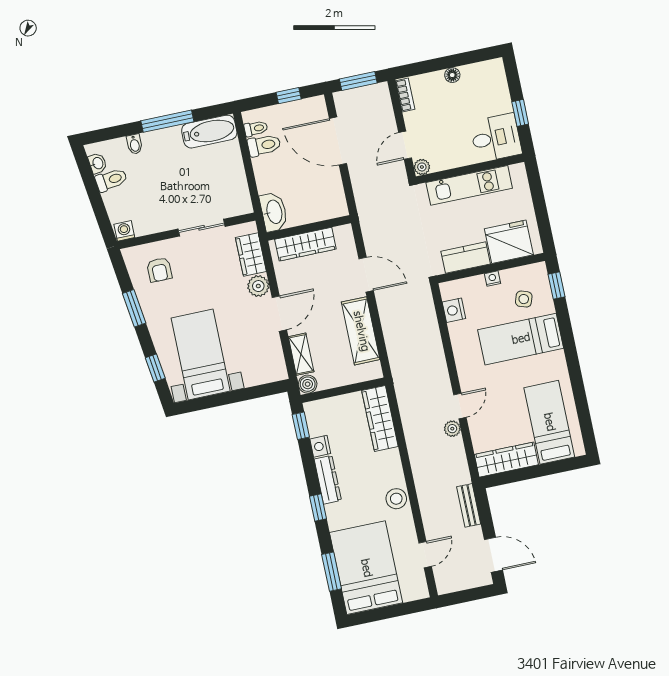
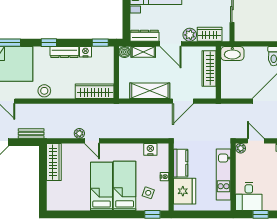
dresser: (275, 358) -> (144, 36), added
bed: (549, 422) -> (102, 186), moved, turned -90

